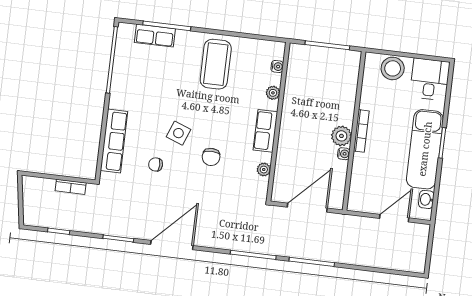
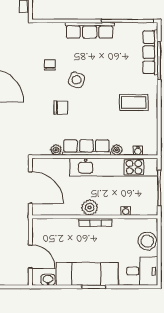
row of seats: (155, 36) -> (150, 52), width x1.48
coffee table: (216, 64) -> (134, 102), width x0.73, depth x0.76
kitchen unit: (294, 99) -> (114, 167), added
row of seats: (265, 131) -> (86, 148), width x1.48
row of seats: (114, 141) -> (90, 30), moved
water cooler: (344, 154) -> (126, 211), moved
chair: (211, 157) -> (61, 108), turned 180

